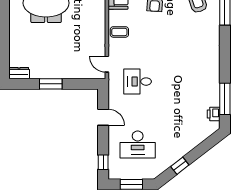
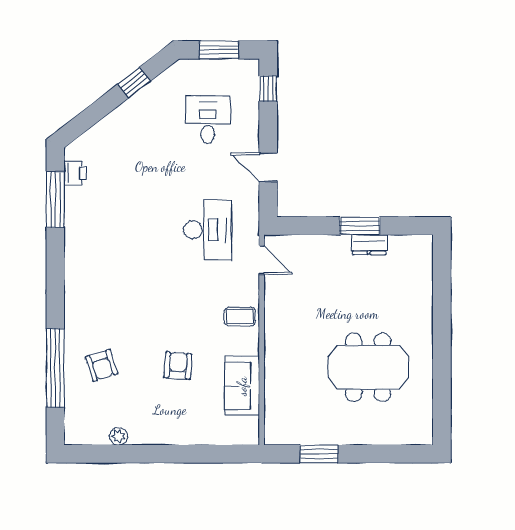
dresser: (19, 73) -> (369, 245), moved
desk: (138, 82) -> (208, 230), width x1.37
desk: (138, 145) -> (208, 120), width x0.73

